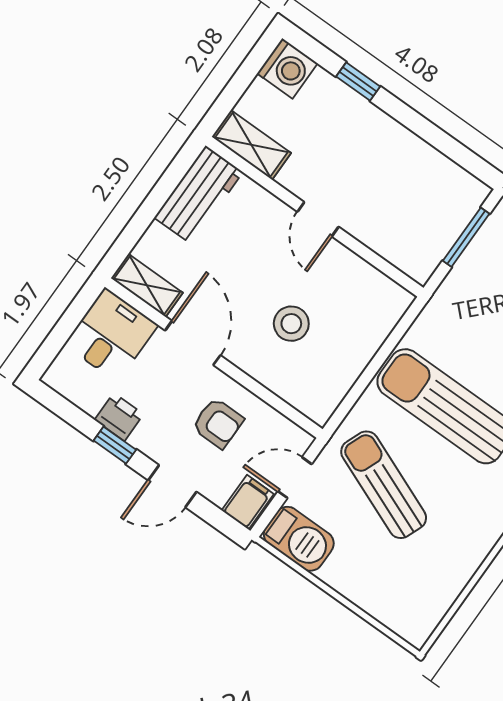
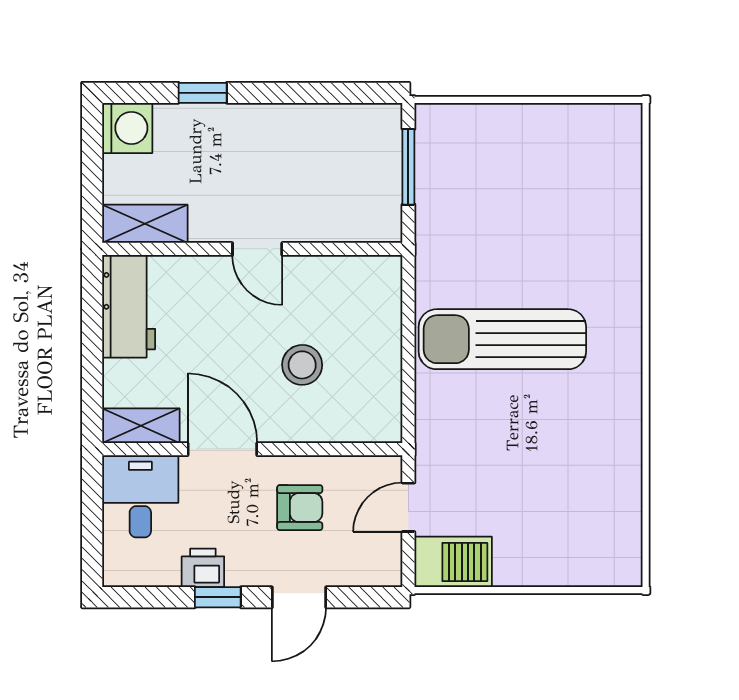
sun lounger: (384, 485) -> (497, 454), removed
filing cabinet: (248, 502) -> (381, 562), removed

